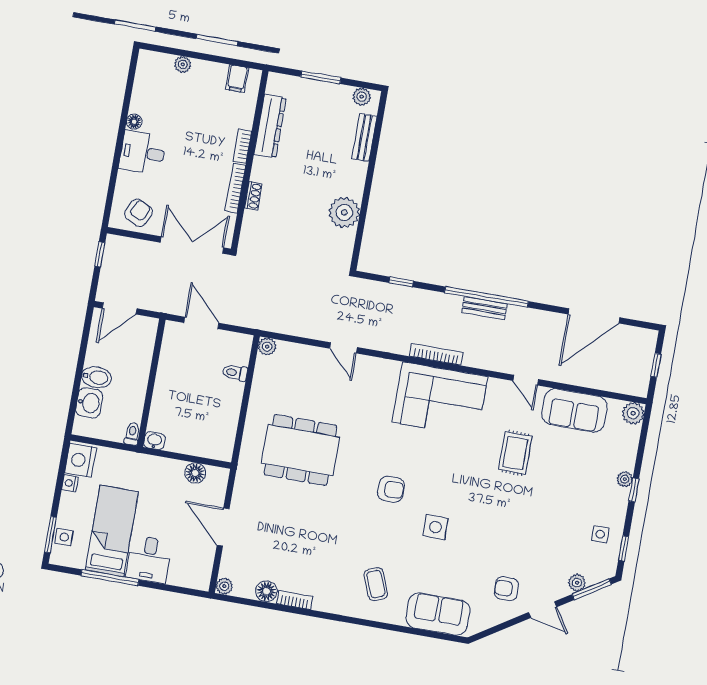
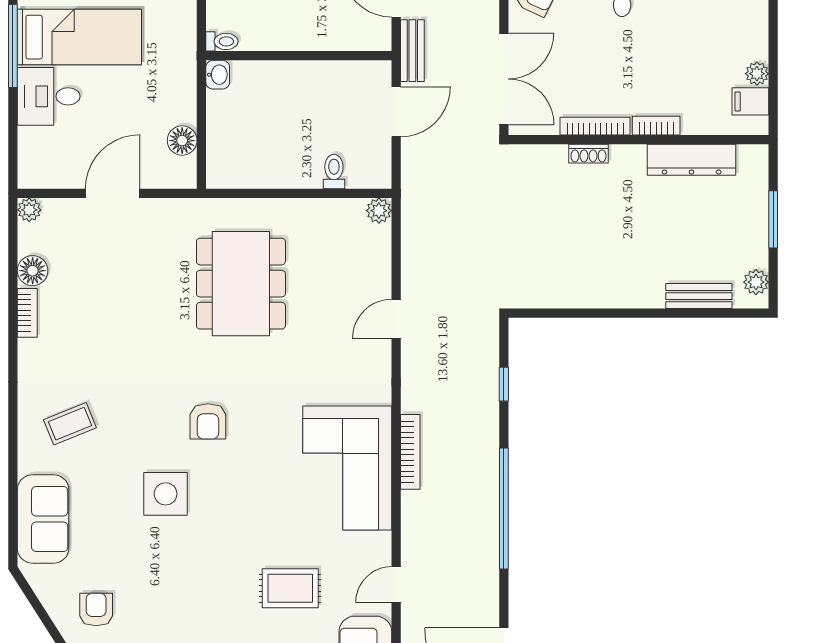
plant: (183, 64) -> (757, 74), moved
plant: (344, 212) -> (588, 286), removed
bench: (484, 308) -> (412, 51), moved
side table: (436, 527) -> (166, 494), width x1.37, depth x1.37

